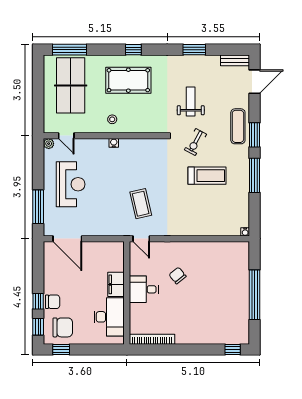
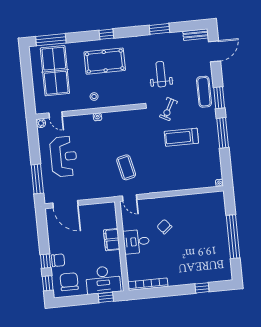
treadmill: (207, 176) -> (181, 137), turned 180
desk: (109, 317) -> (103, 280), moved, turned 90
chair: (63, 327) -> (69, 282), turned -90
window: (61, 350) -> (106, 297), moved
window: (233, 350) -> (202, 288), moved

